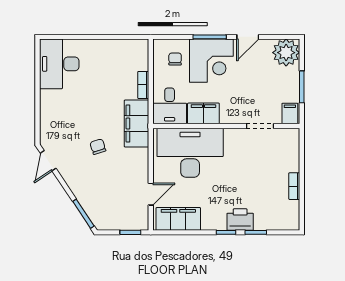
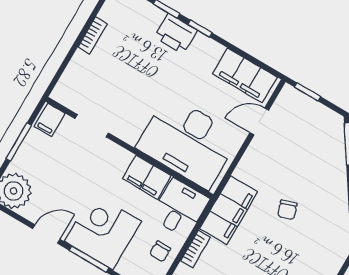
chair: (175, 59) -> (160, 251), moved

